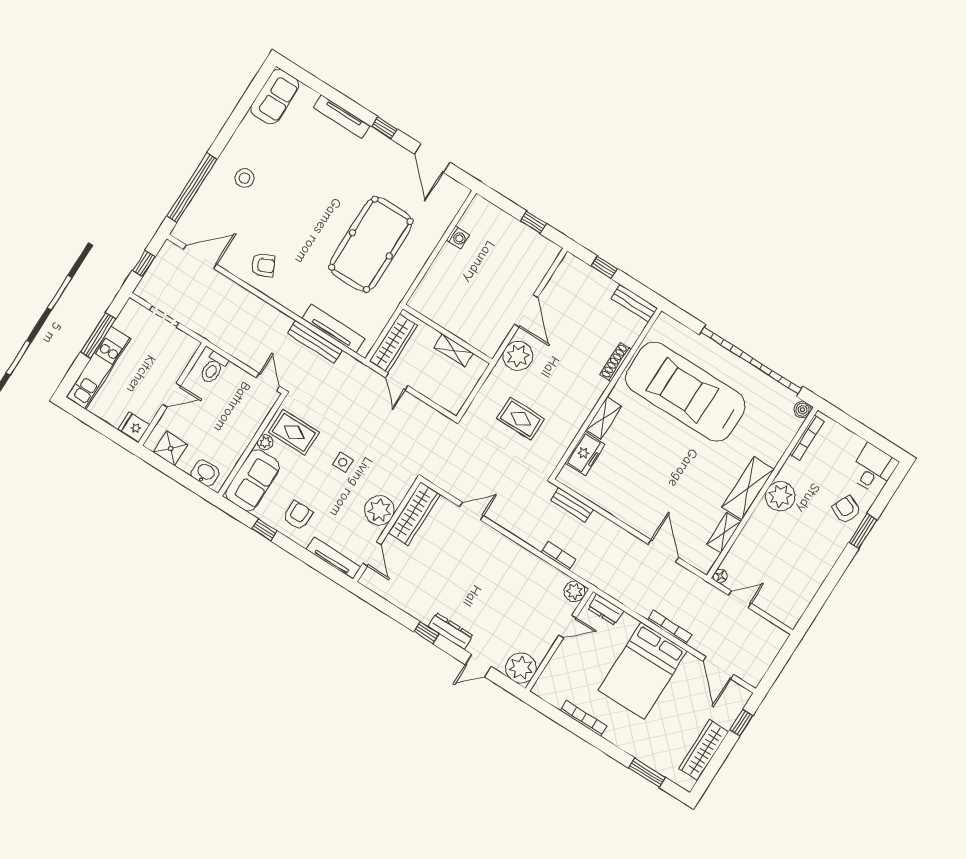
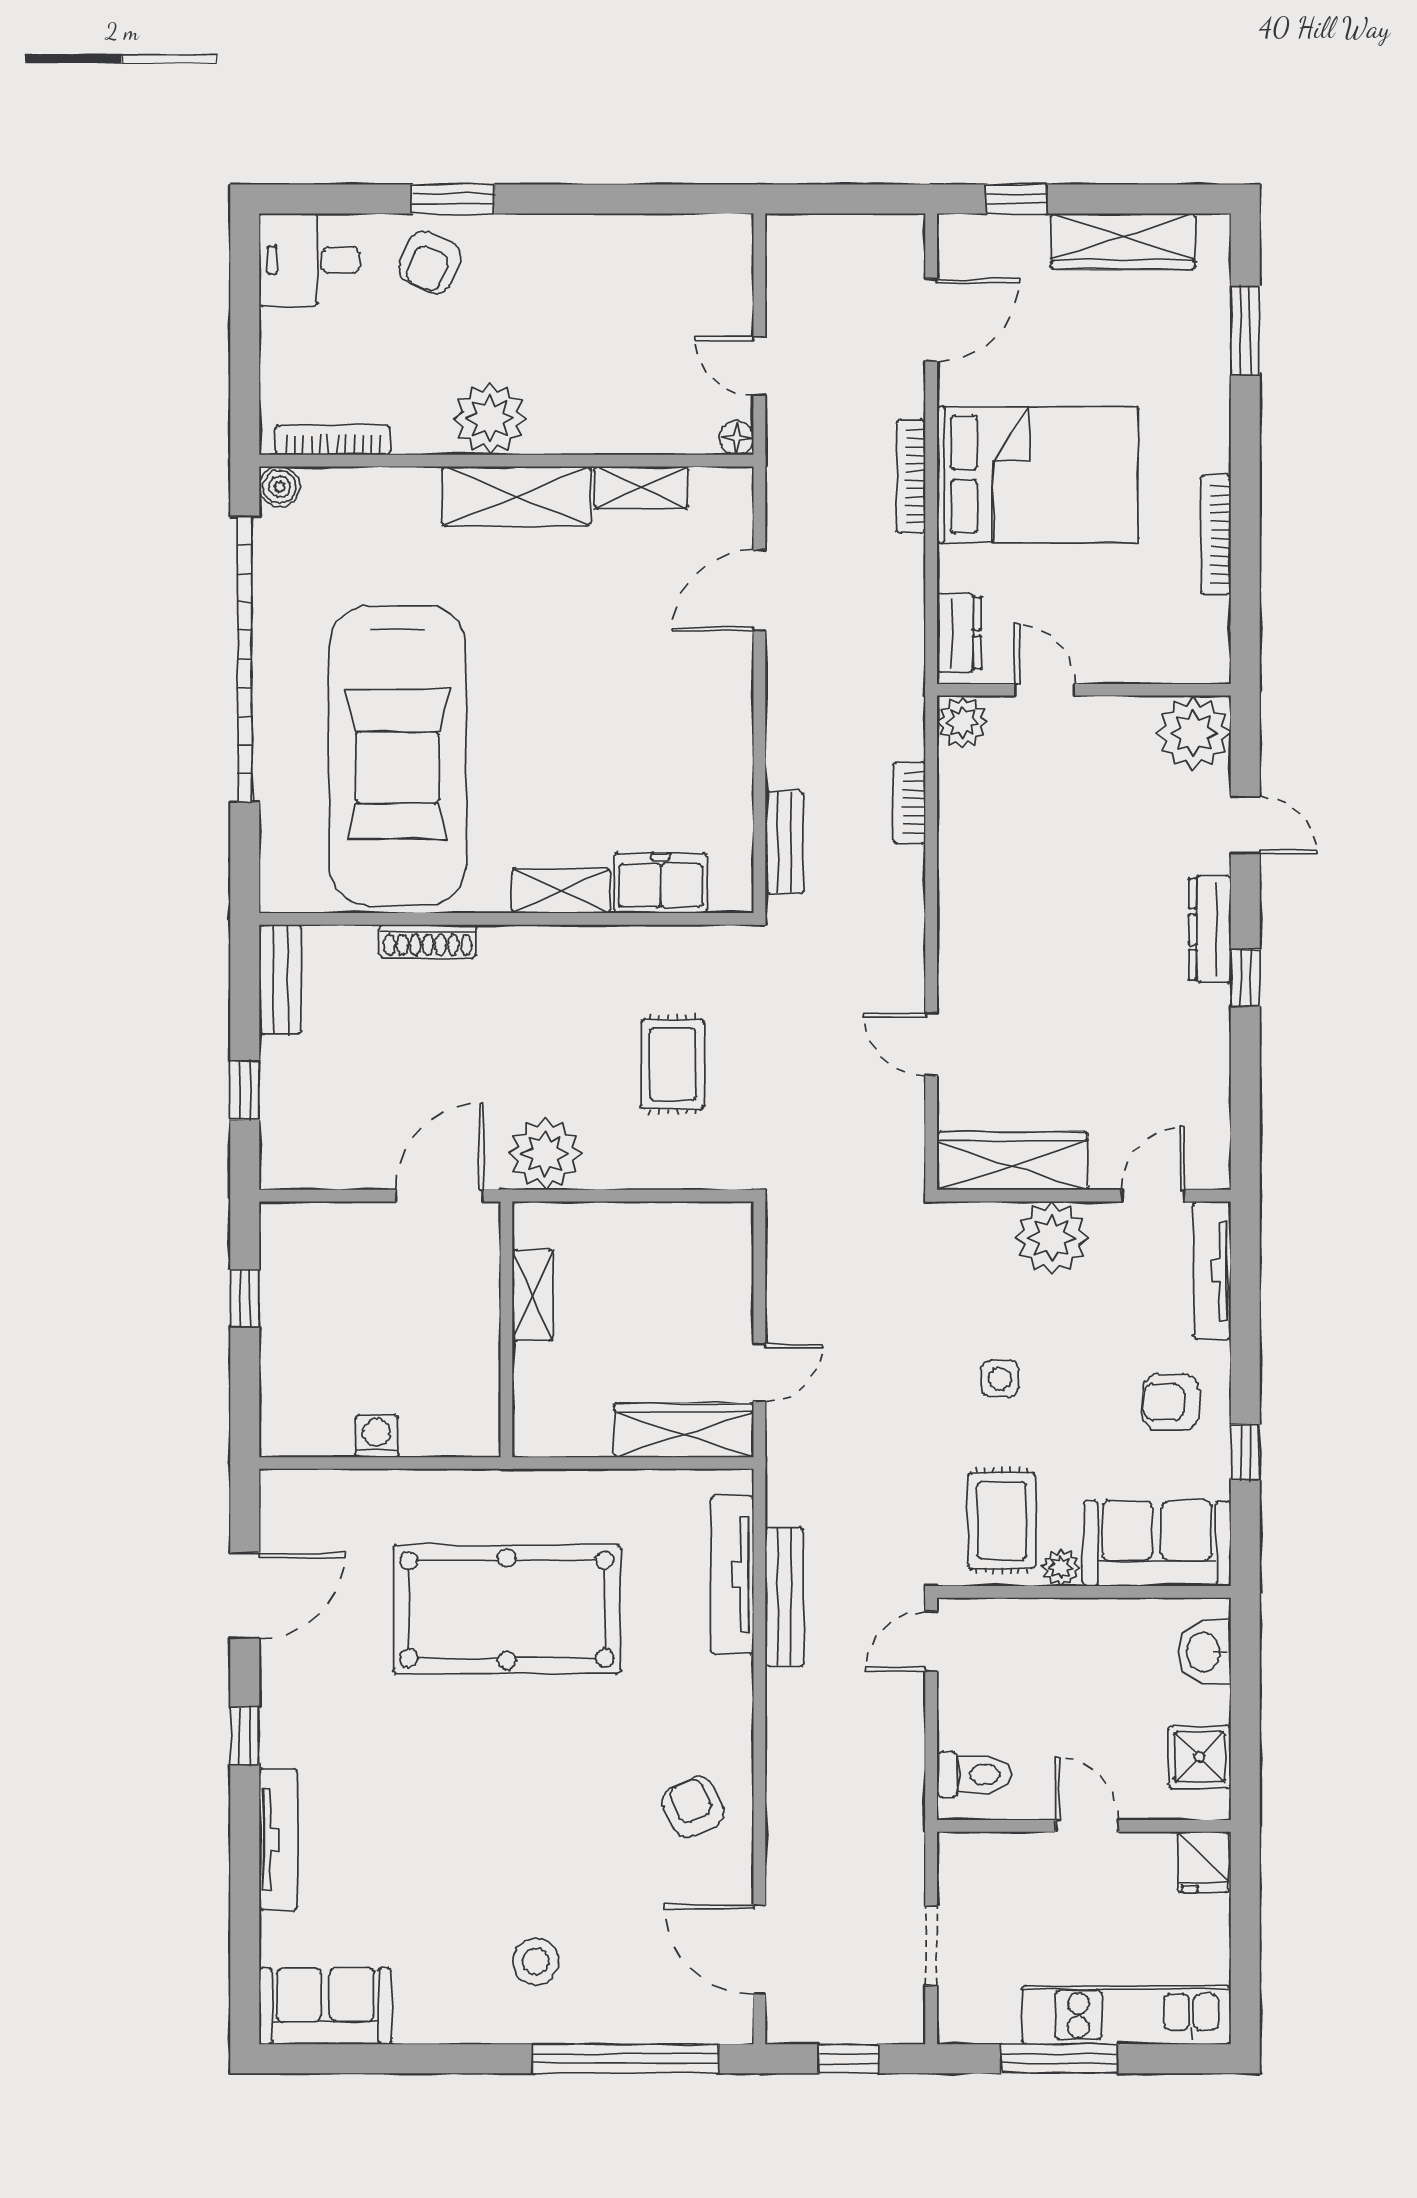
wall: (448, 334) -> (506, 1329), moved
shelving: (454, 350) -> (533, 1295), moved

